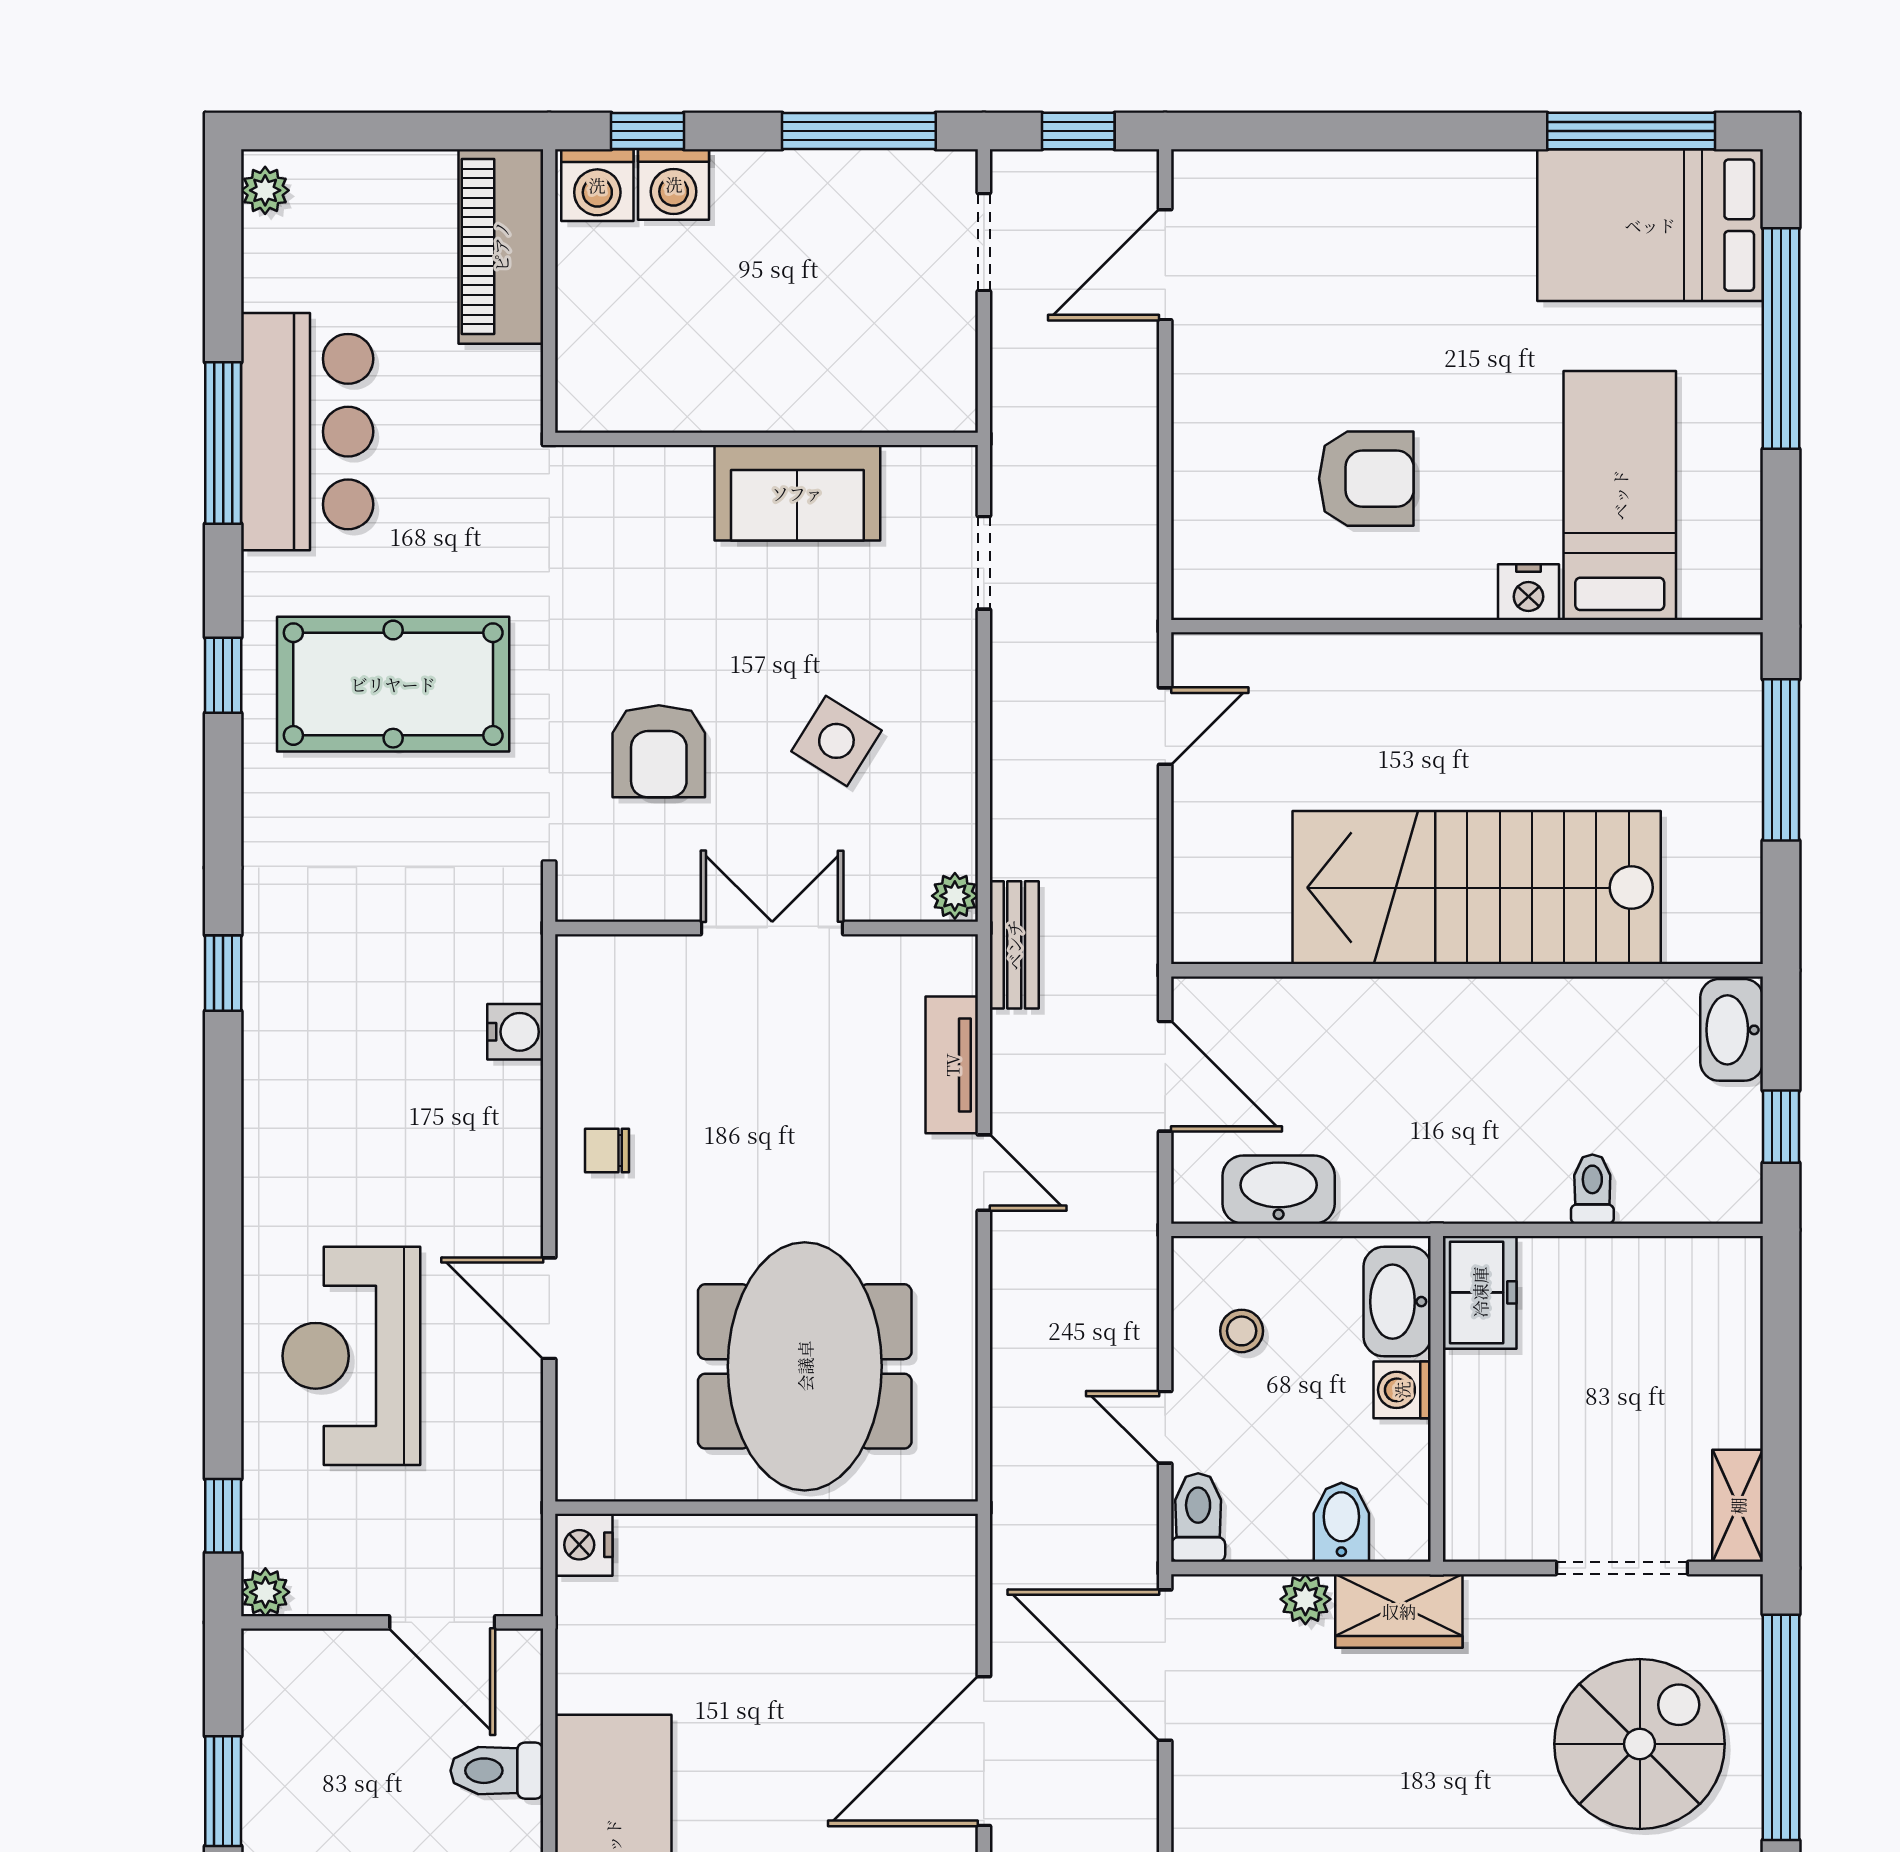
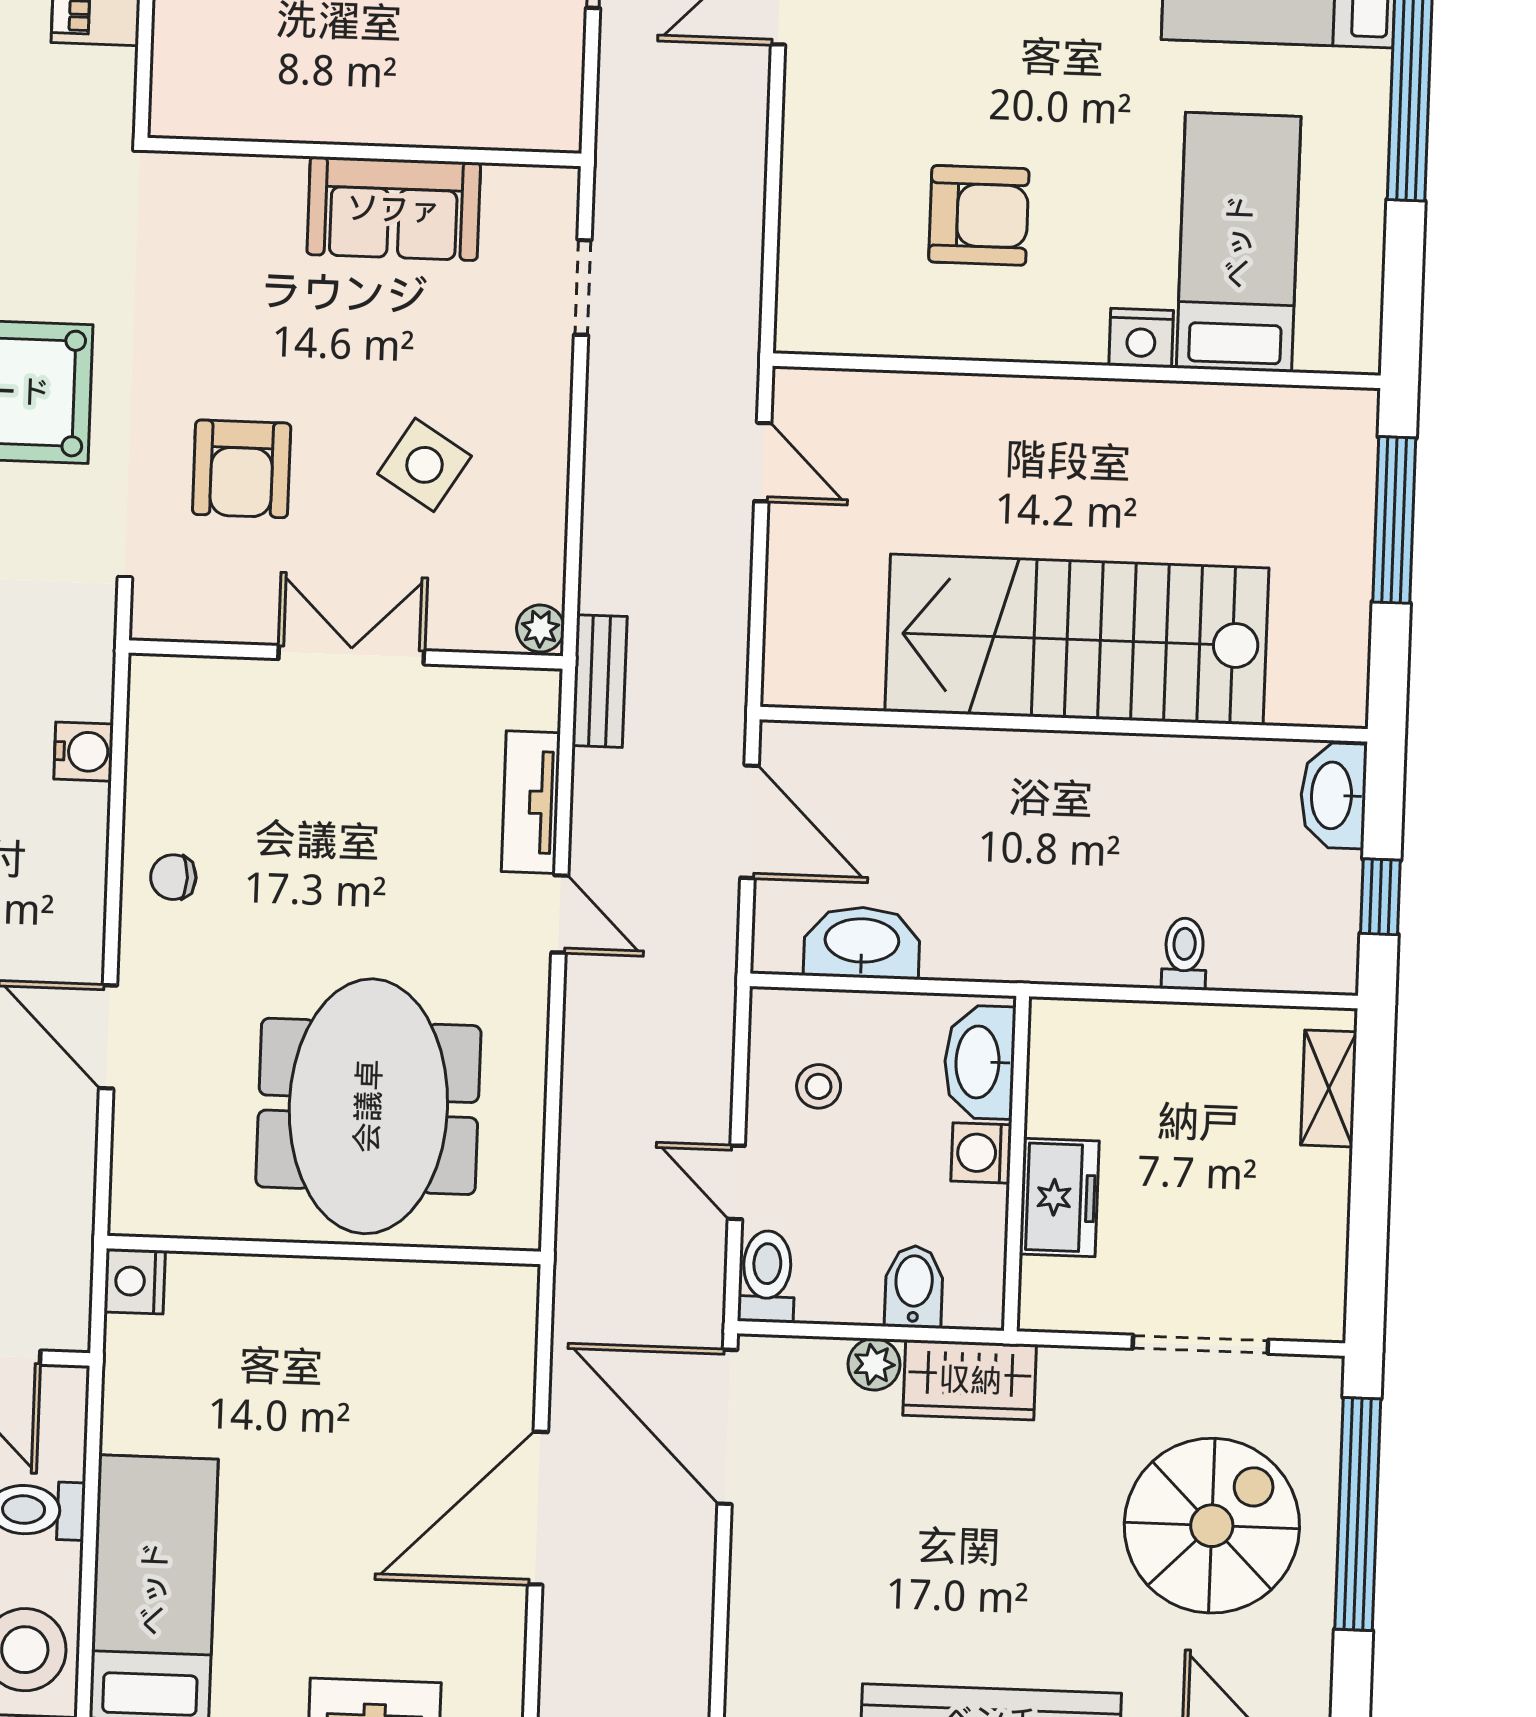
door: (1165, 726) -> (763, 462), hinge flipped
freezer: (1480, 1292) -> (1059, 1197), moved
shelving: (1738, 1506) -> (1329, 1088), moved

